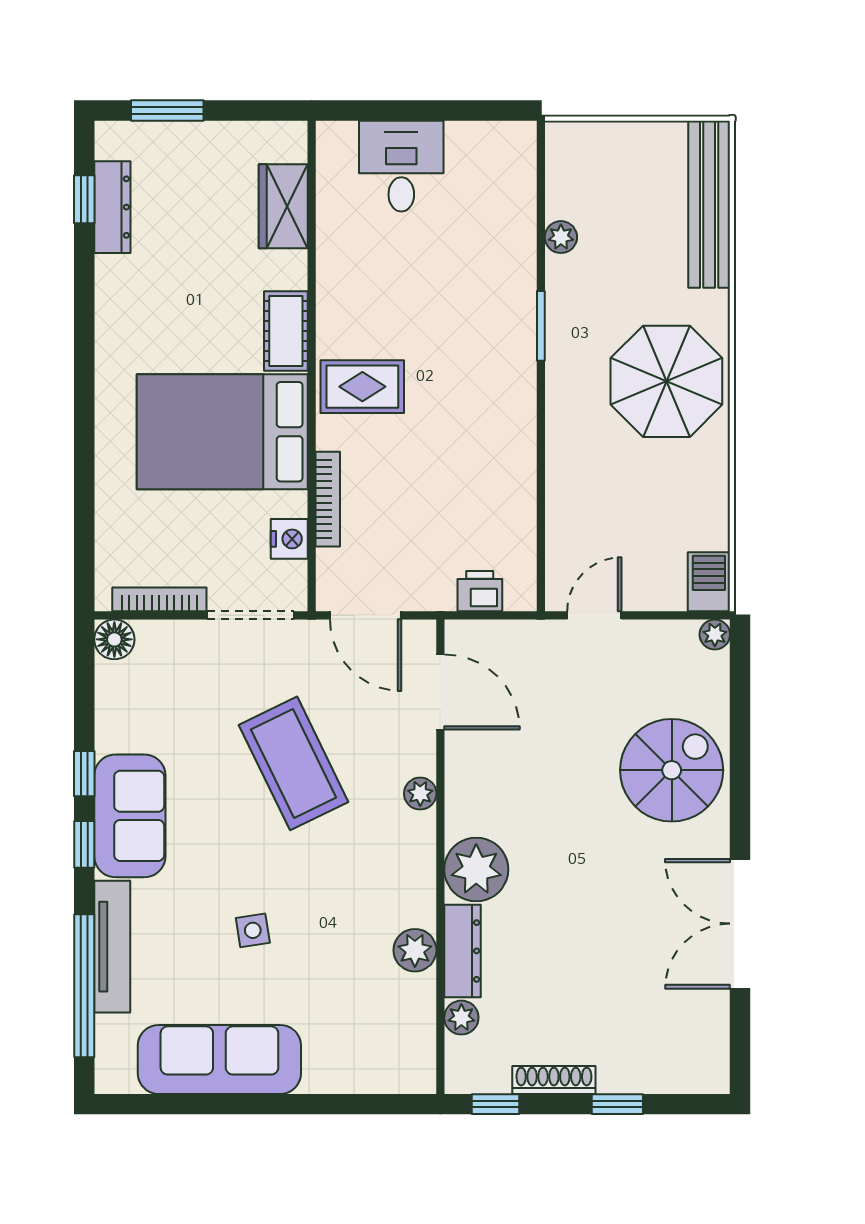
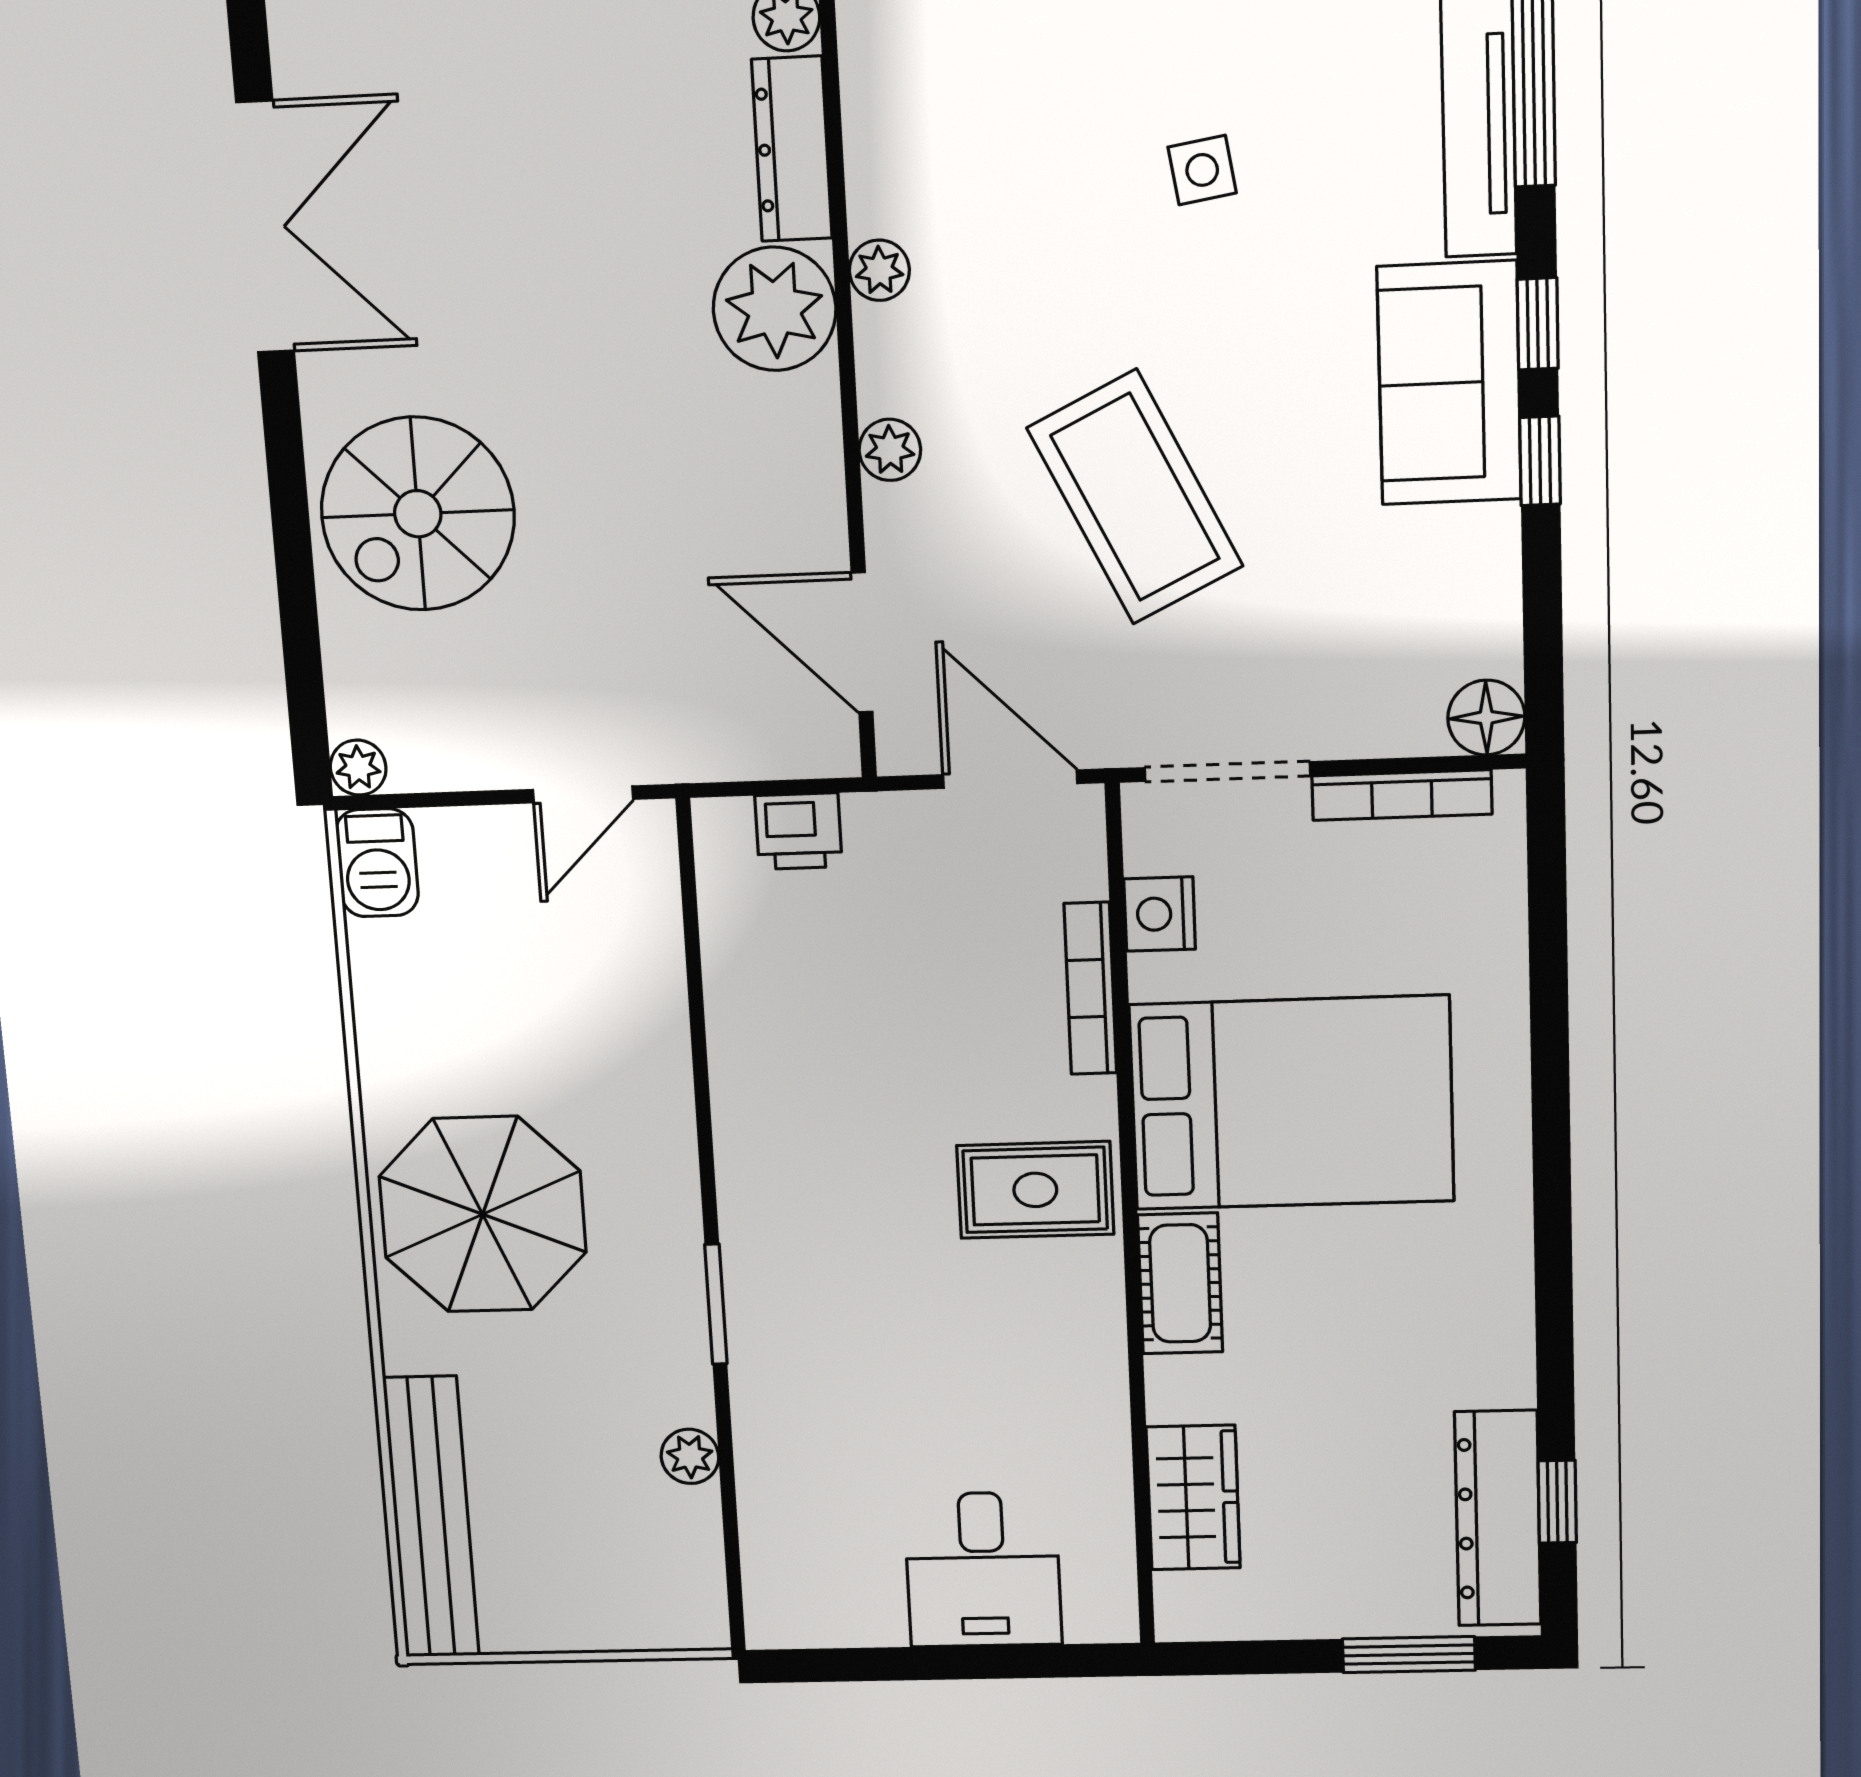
dresser: (112, 207) -> (1498, 1518), width x1.37, depth x1.24
plant: (415, 950) -> (879, 270), moved, width x0.73, depth x0.73

